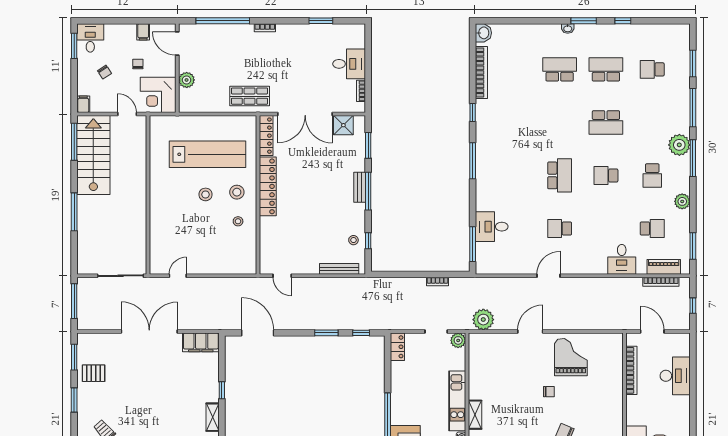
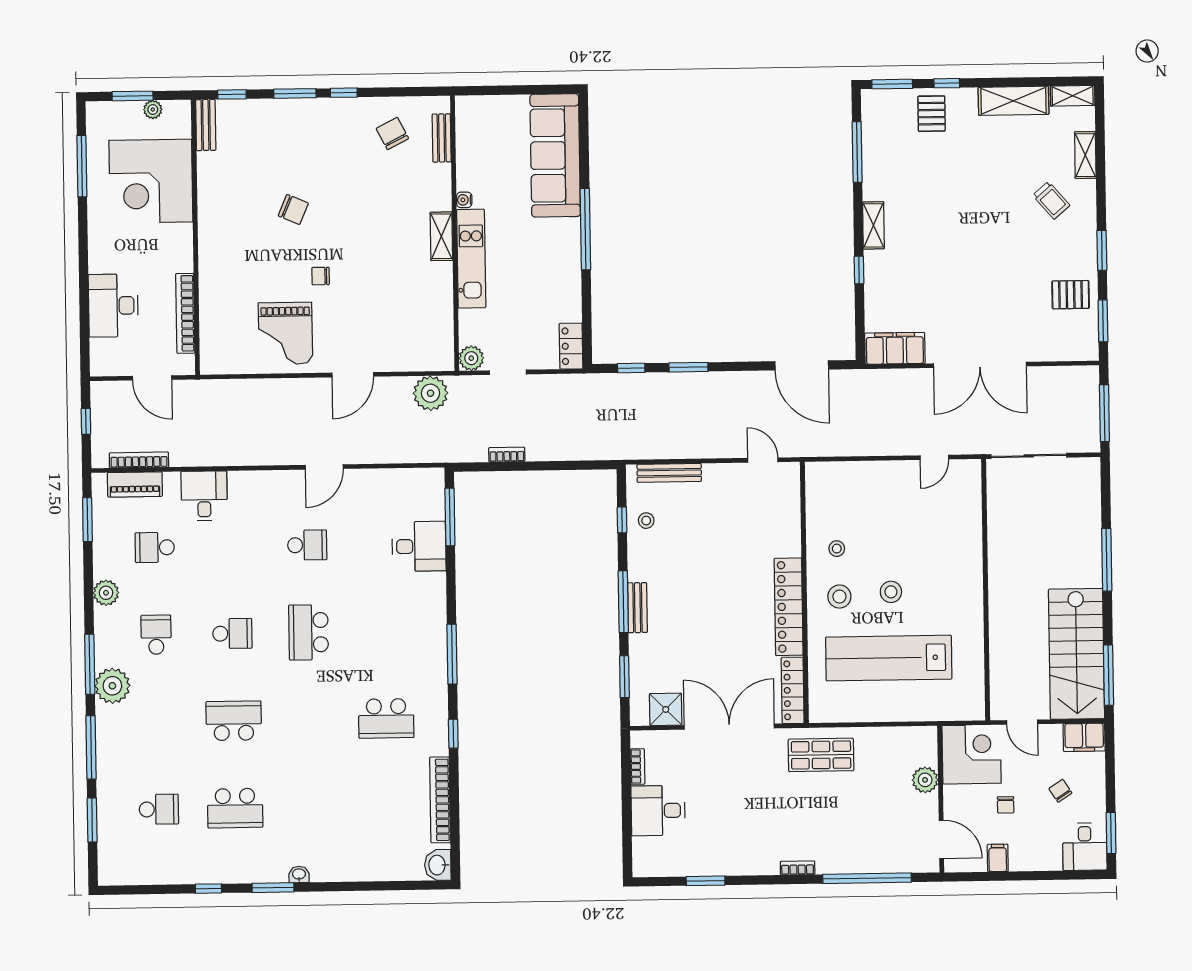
school desk: (560, 69) -> (386, 718), moved
filing cabinet: (83, 104) -> (1084, 737), width x2.00

